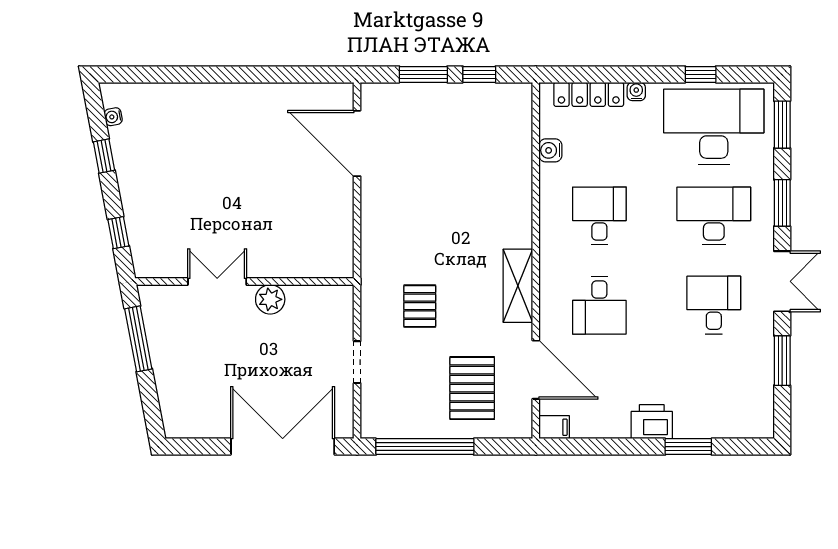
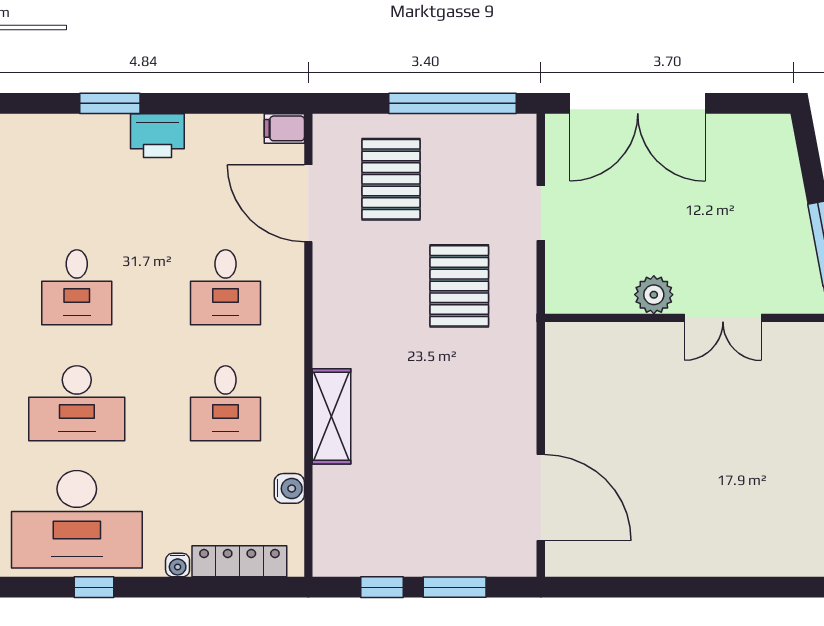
shelving: (518, 286) -> (332, 416), moved
desk: (599, 305) -> (226, 287), turned 180
pallet: (420, 306) -> (459, 286), width x1.50, depth x1.42

